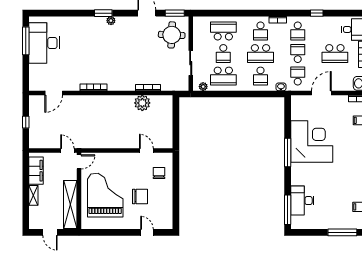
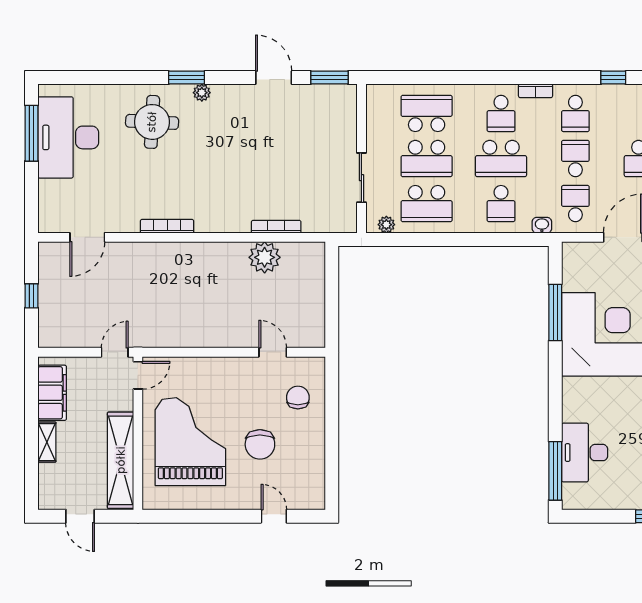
round table: (172, 35) -> (152, 122), moved
school desk: (223, 54) -> (427, 159), width x1.85
door: (67, 150) -> (115, 352), hinge flipped
window: (288, 153) -> (555, 313), moved
chair: (140, 196) -> (260, 444), turned 90

